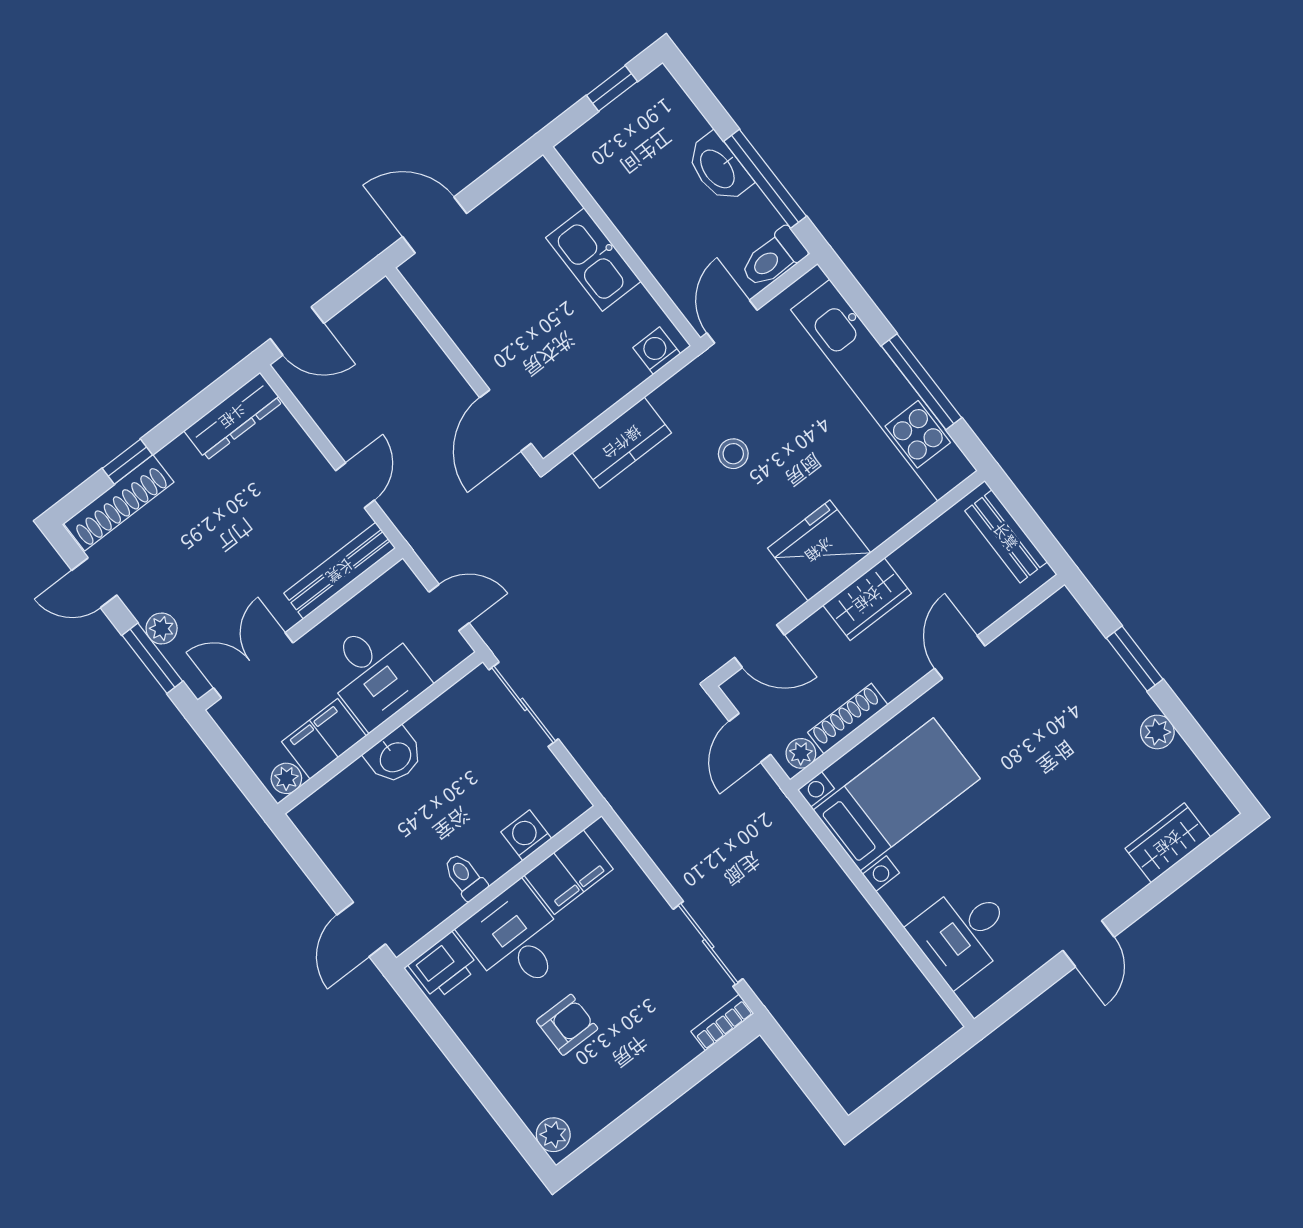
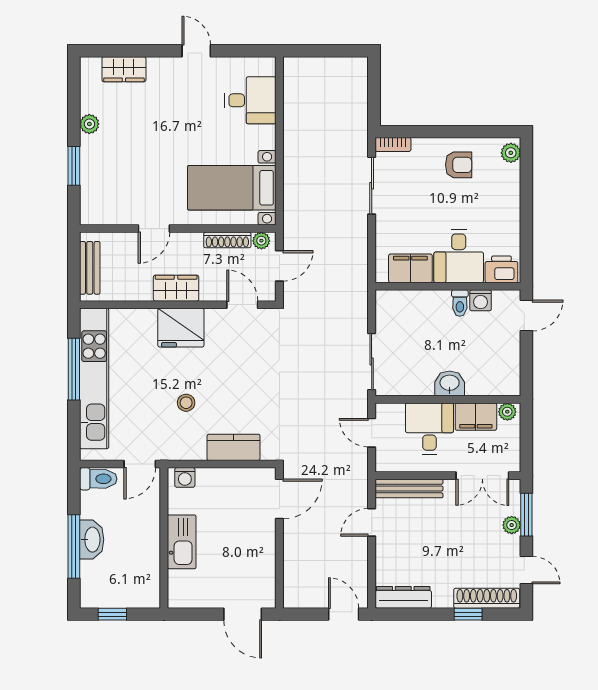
window: (765, 179) -> (74, 546), moved
washing machine: (526, 835) -> (481, 300), moved
door: (1089, 944) -> (196, 51), hinge flipped
armchair: (567, 1025) -> (459, 165), moved, turned 180

